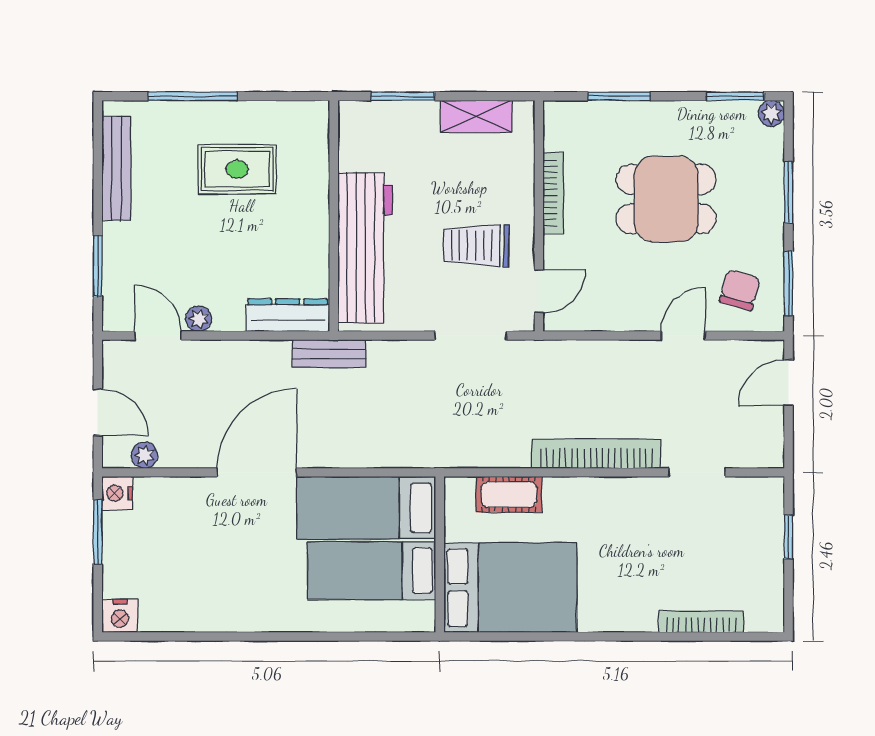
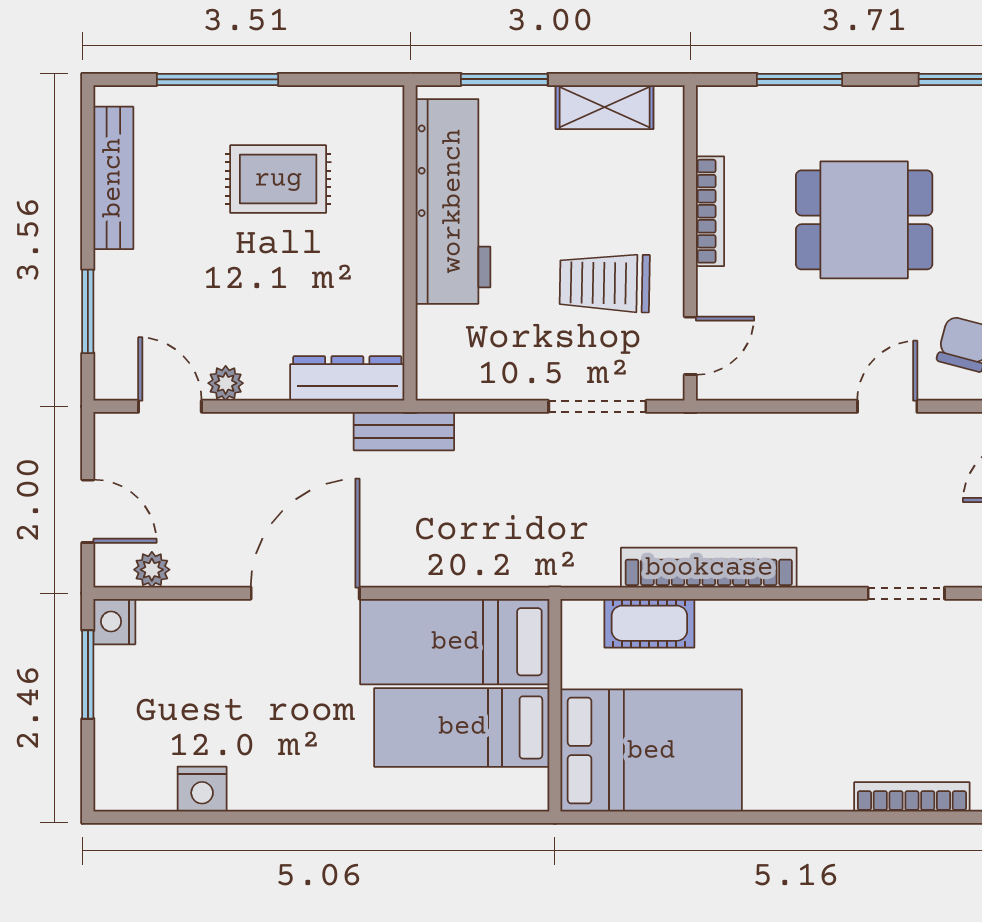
workbench: (365, 248) -> (453, 201), moved
bookcase: (596, 454) -> (709, 568), moved
nightstand: (120, 616) -> (202, 789), moved

